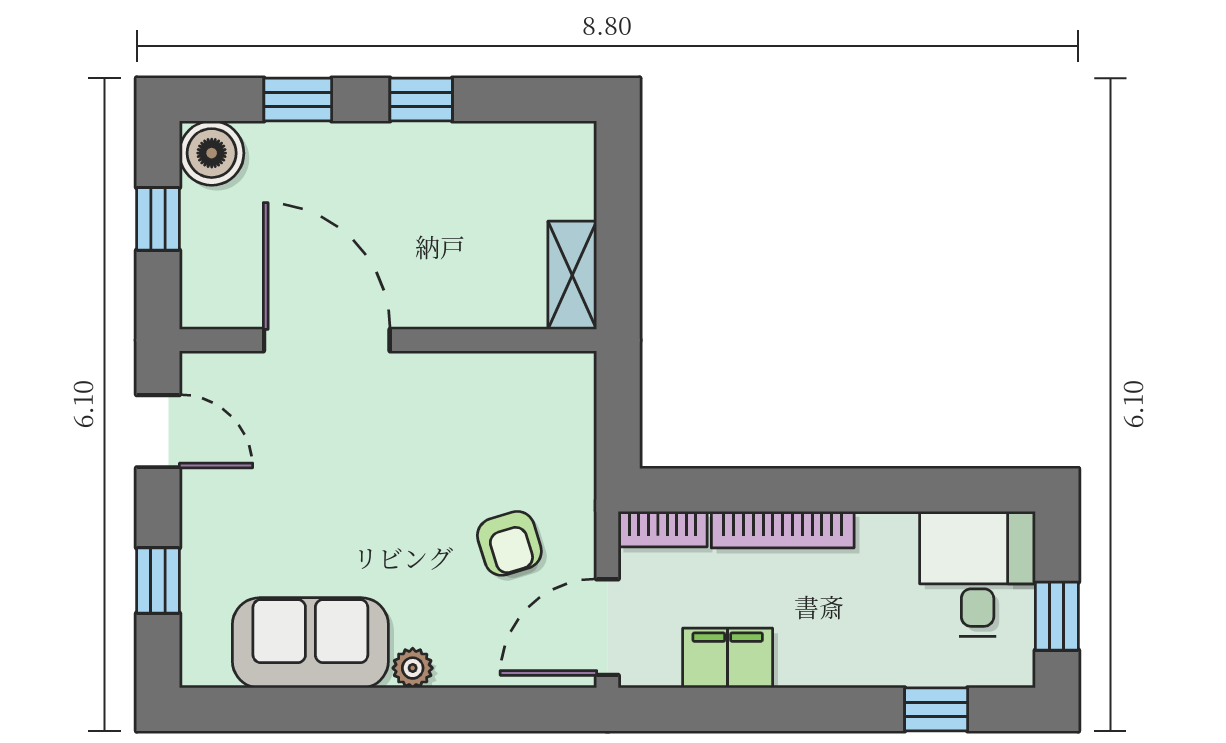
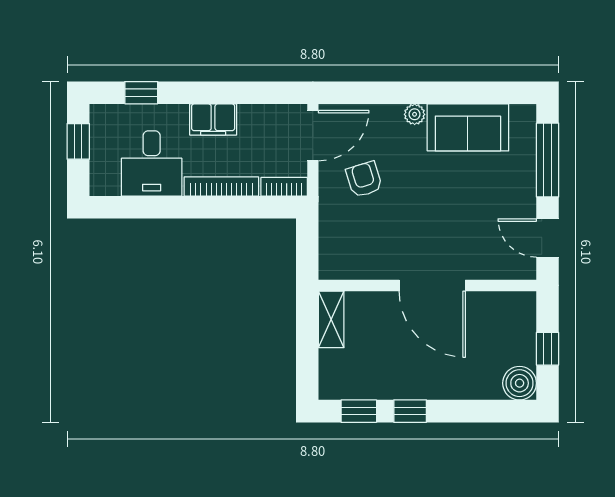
window: (298, 99) -> (359, 411), moved
door: (327, 340) -> (432, 285), moved
desk: (978, 574) -> (152, 163), moved
window: (158, 581) -> (548, 160), width x2.17
filing cabinet: (728, 658) -> (213, 119), moved

